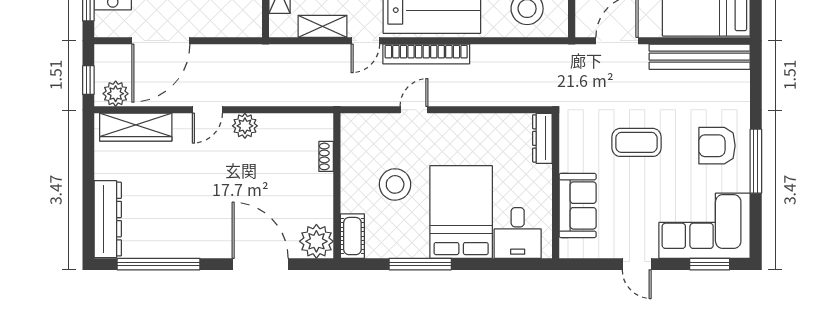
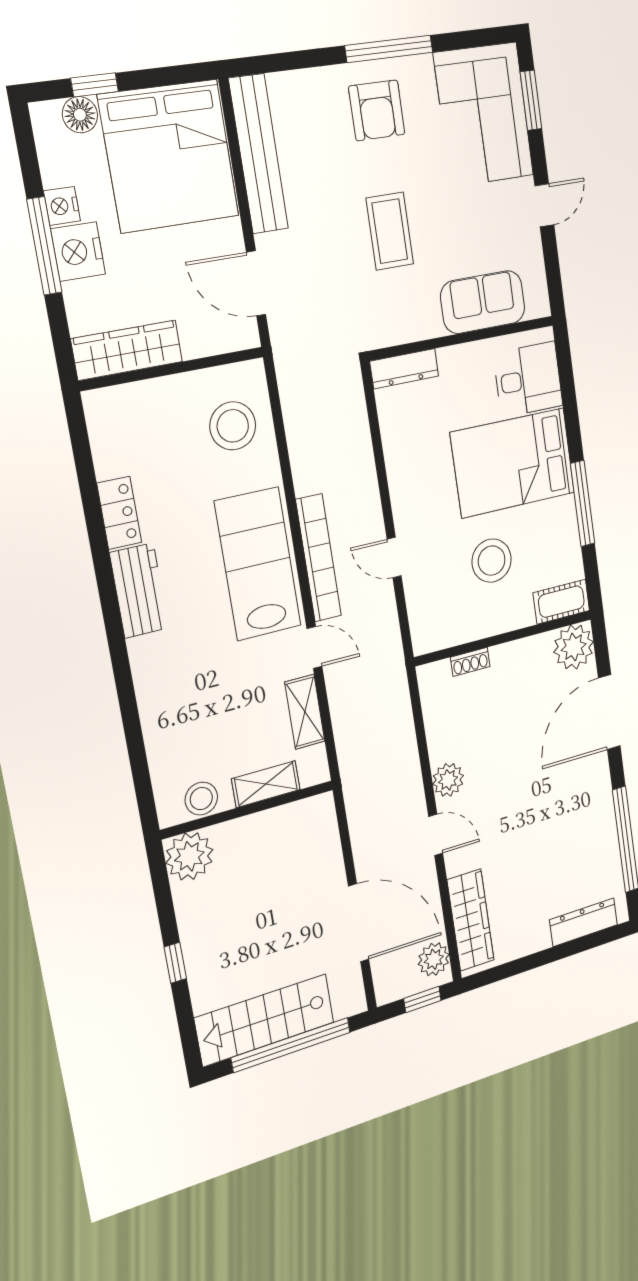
dresser: (108, 219) -> (583, 922), width x0.73, depth x0.80

